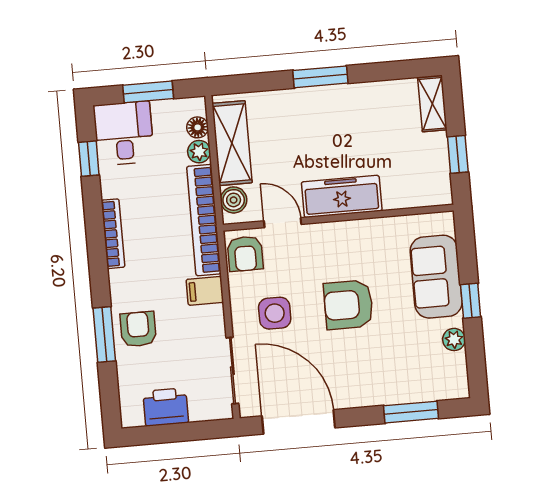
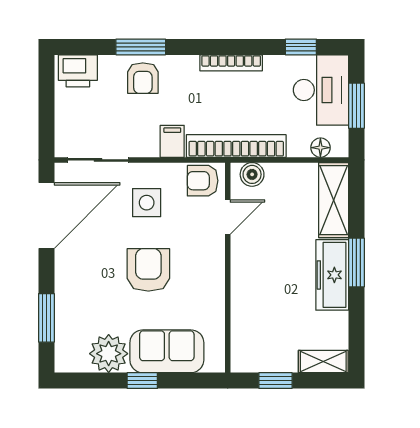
desk: (124, 133) -> (321, 90), width x1.37
shelving: (232, 143) -> (334, 200), moved, turned 90
plant: (199, 152) -> (298, 147), removed
freezer: (342, 196) -> (332, 275), moved, turned 180
armchair: (138, 329) -> (143, 78), turned 90
plant: (454, 339) -> (109, 354), width x1.88, depth x1.88
printer: (166, 407) -> (78, 71), moved, turned 90

